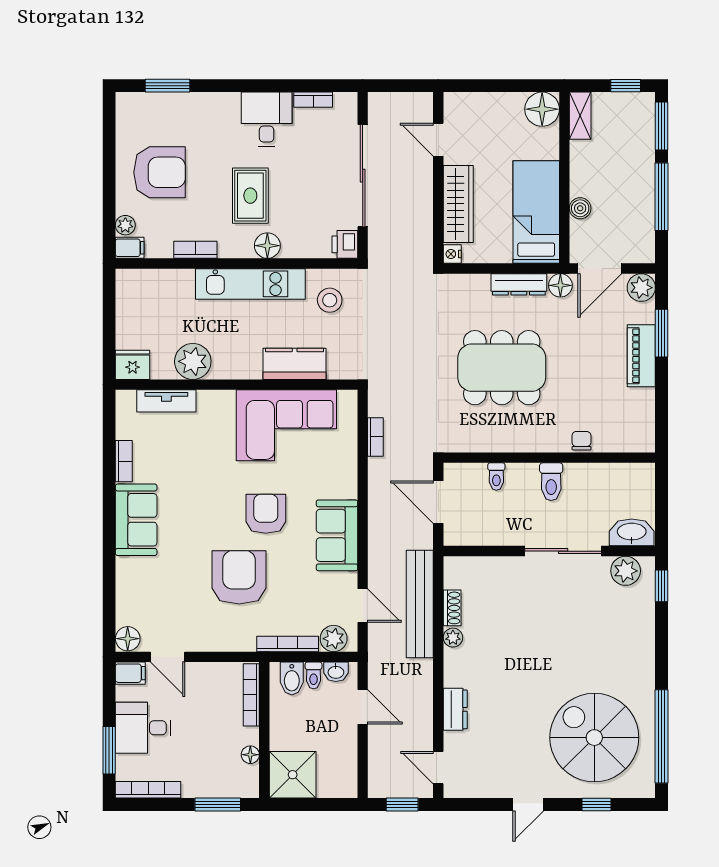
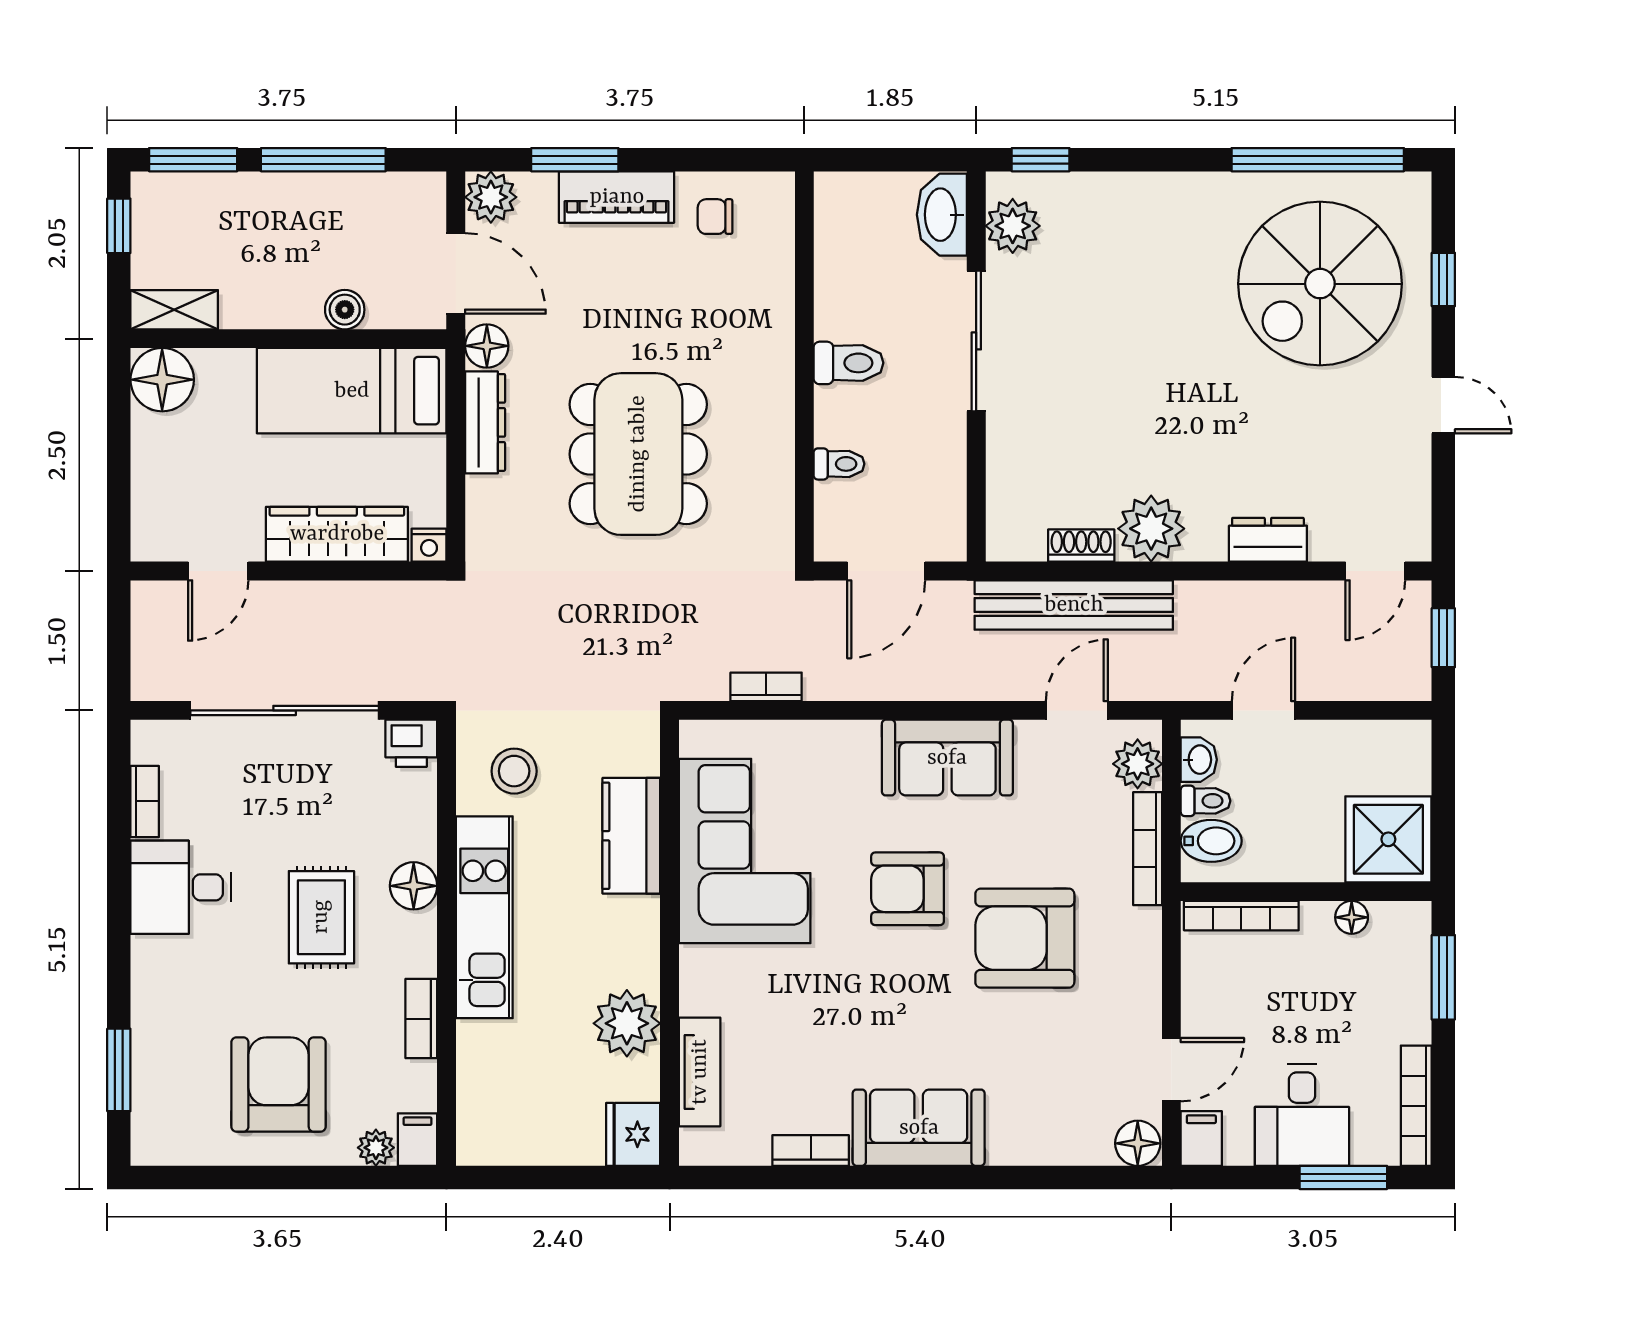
rug: (250, 196) -> (321, 917), turned 90
chair: (581, 441) -> (715, 217), moved
plant: (453, 638) -> (1151, 529), width x1.88, depth x1.88

